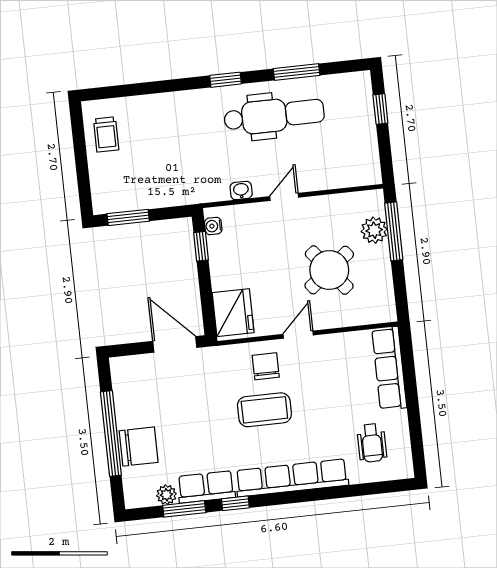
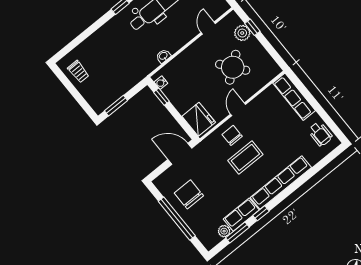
door: (284, 197) -> (208, 28), moved
window: (394, 231) -> (252, 27), width x0.46
wheelchair: (372, 443) -> (320, 134), moved
chair: (139, 447) -> (189, 194), moved, turned -90

